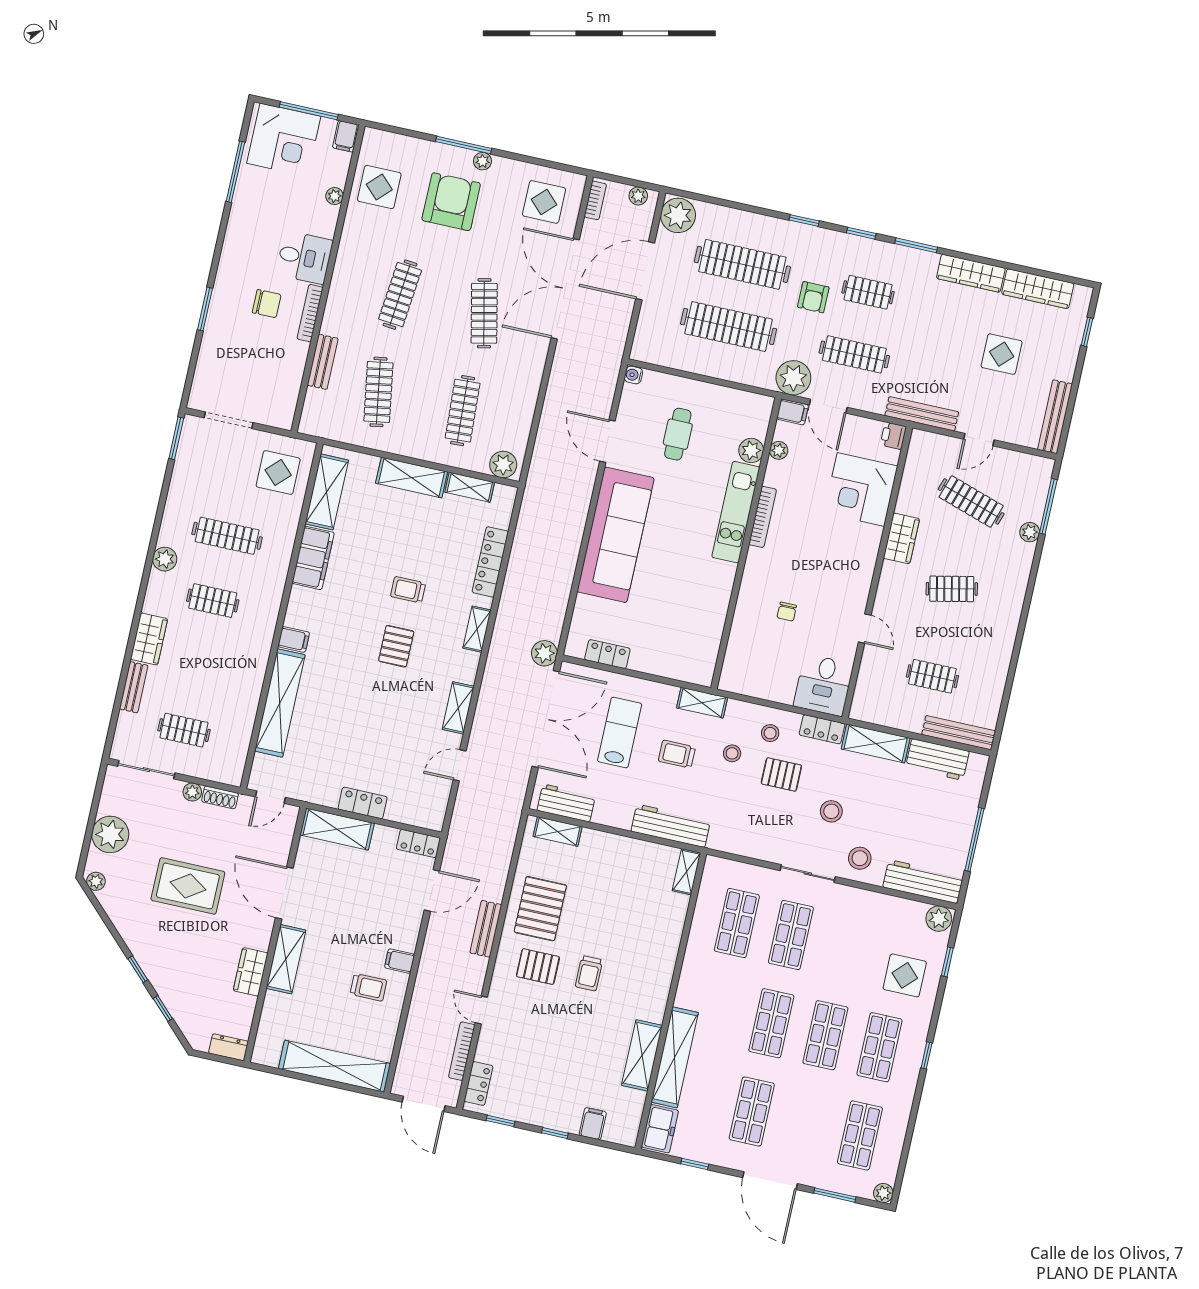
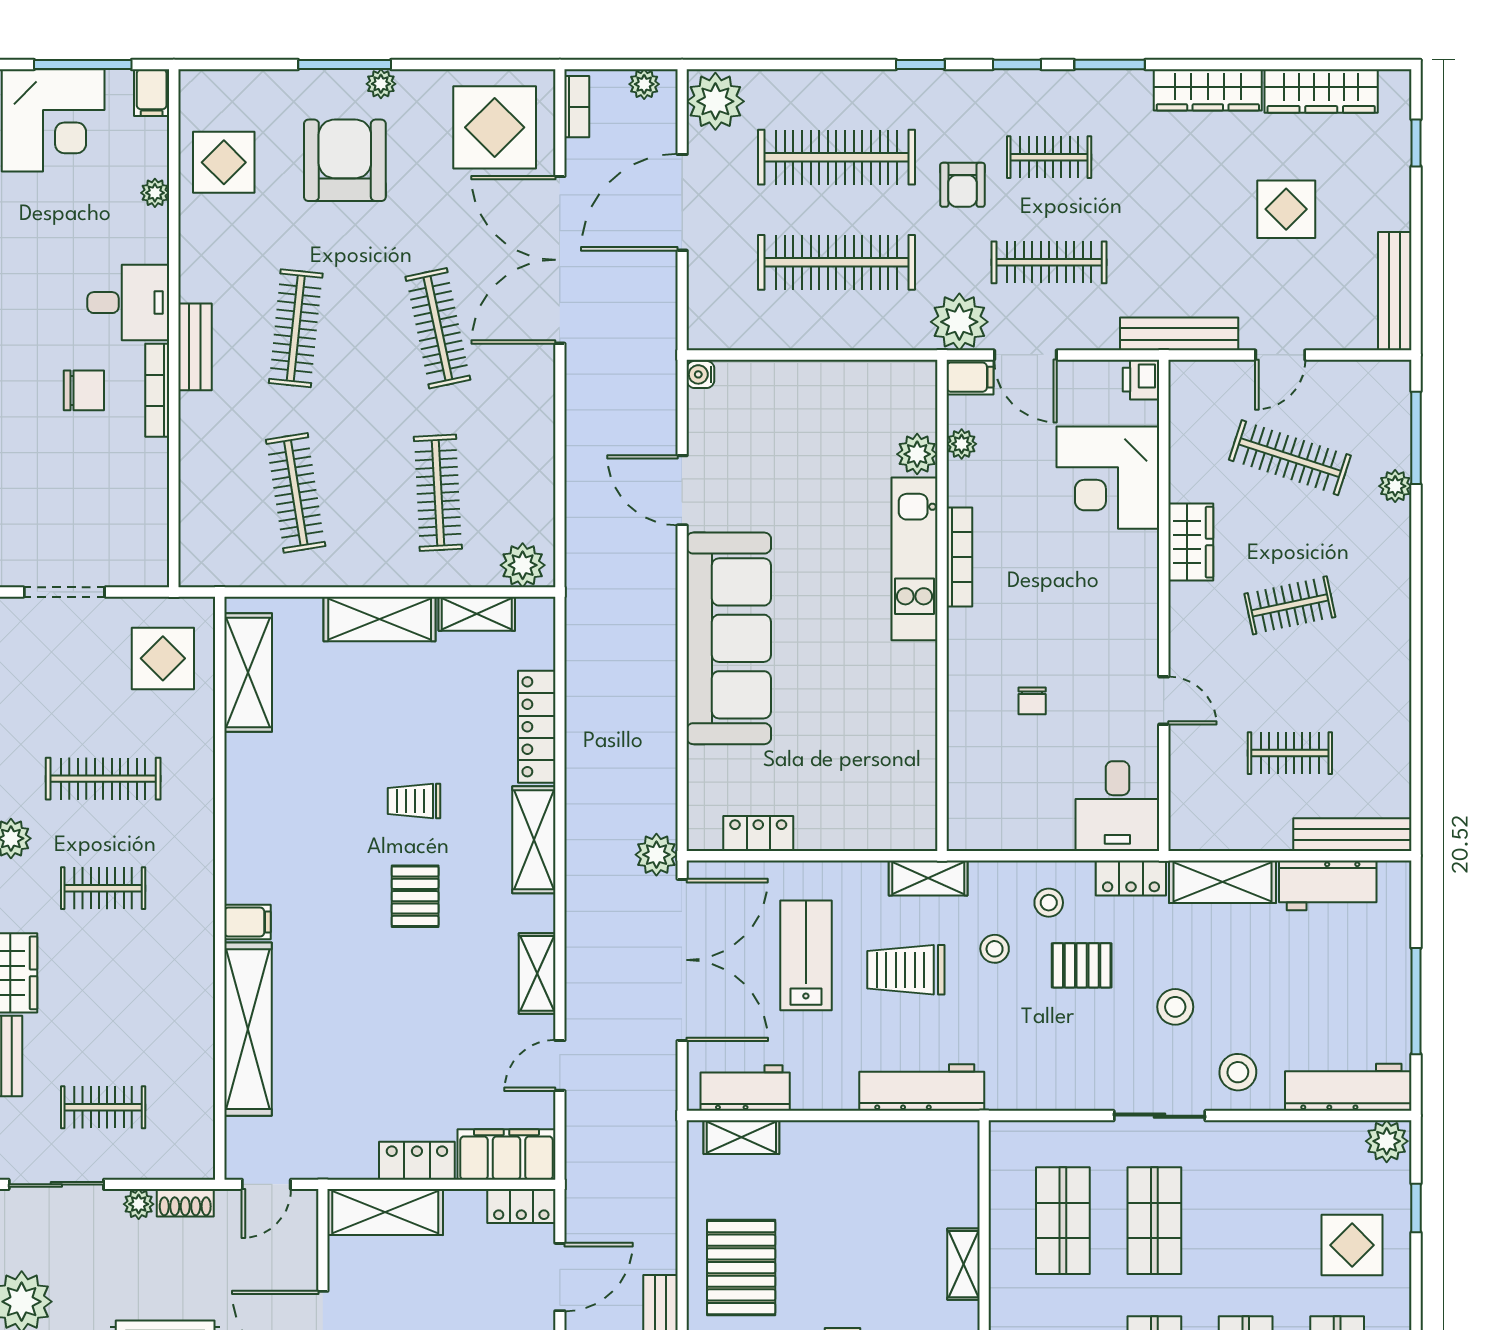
display table: (544, 202) -> (495, 127), width x1.36, depth x1.36
bench: (323, 362) -> (195, 347), moved
cafe table: (678, 434) -> (793, 454), removed
filing cabinet: (313, 558) -> (506, 1154), moved, turned -90
shelving: (477, 629) -> (534, 840), width x1.50, depth x1.33
trolley: (677, 754) -> (906, 970), width x1.36, depth x1.39
shelving: (686, 872) -> (963, 1264), moved

